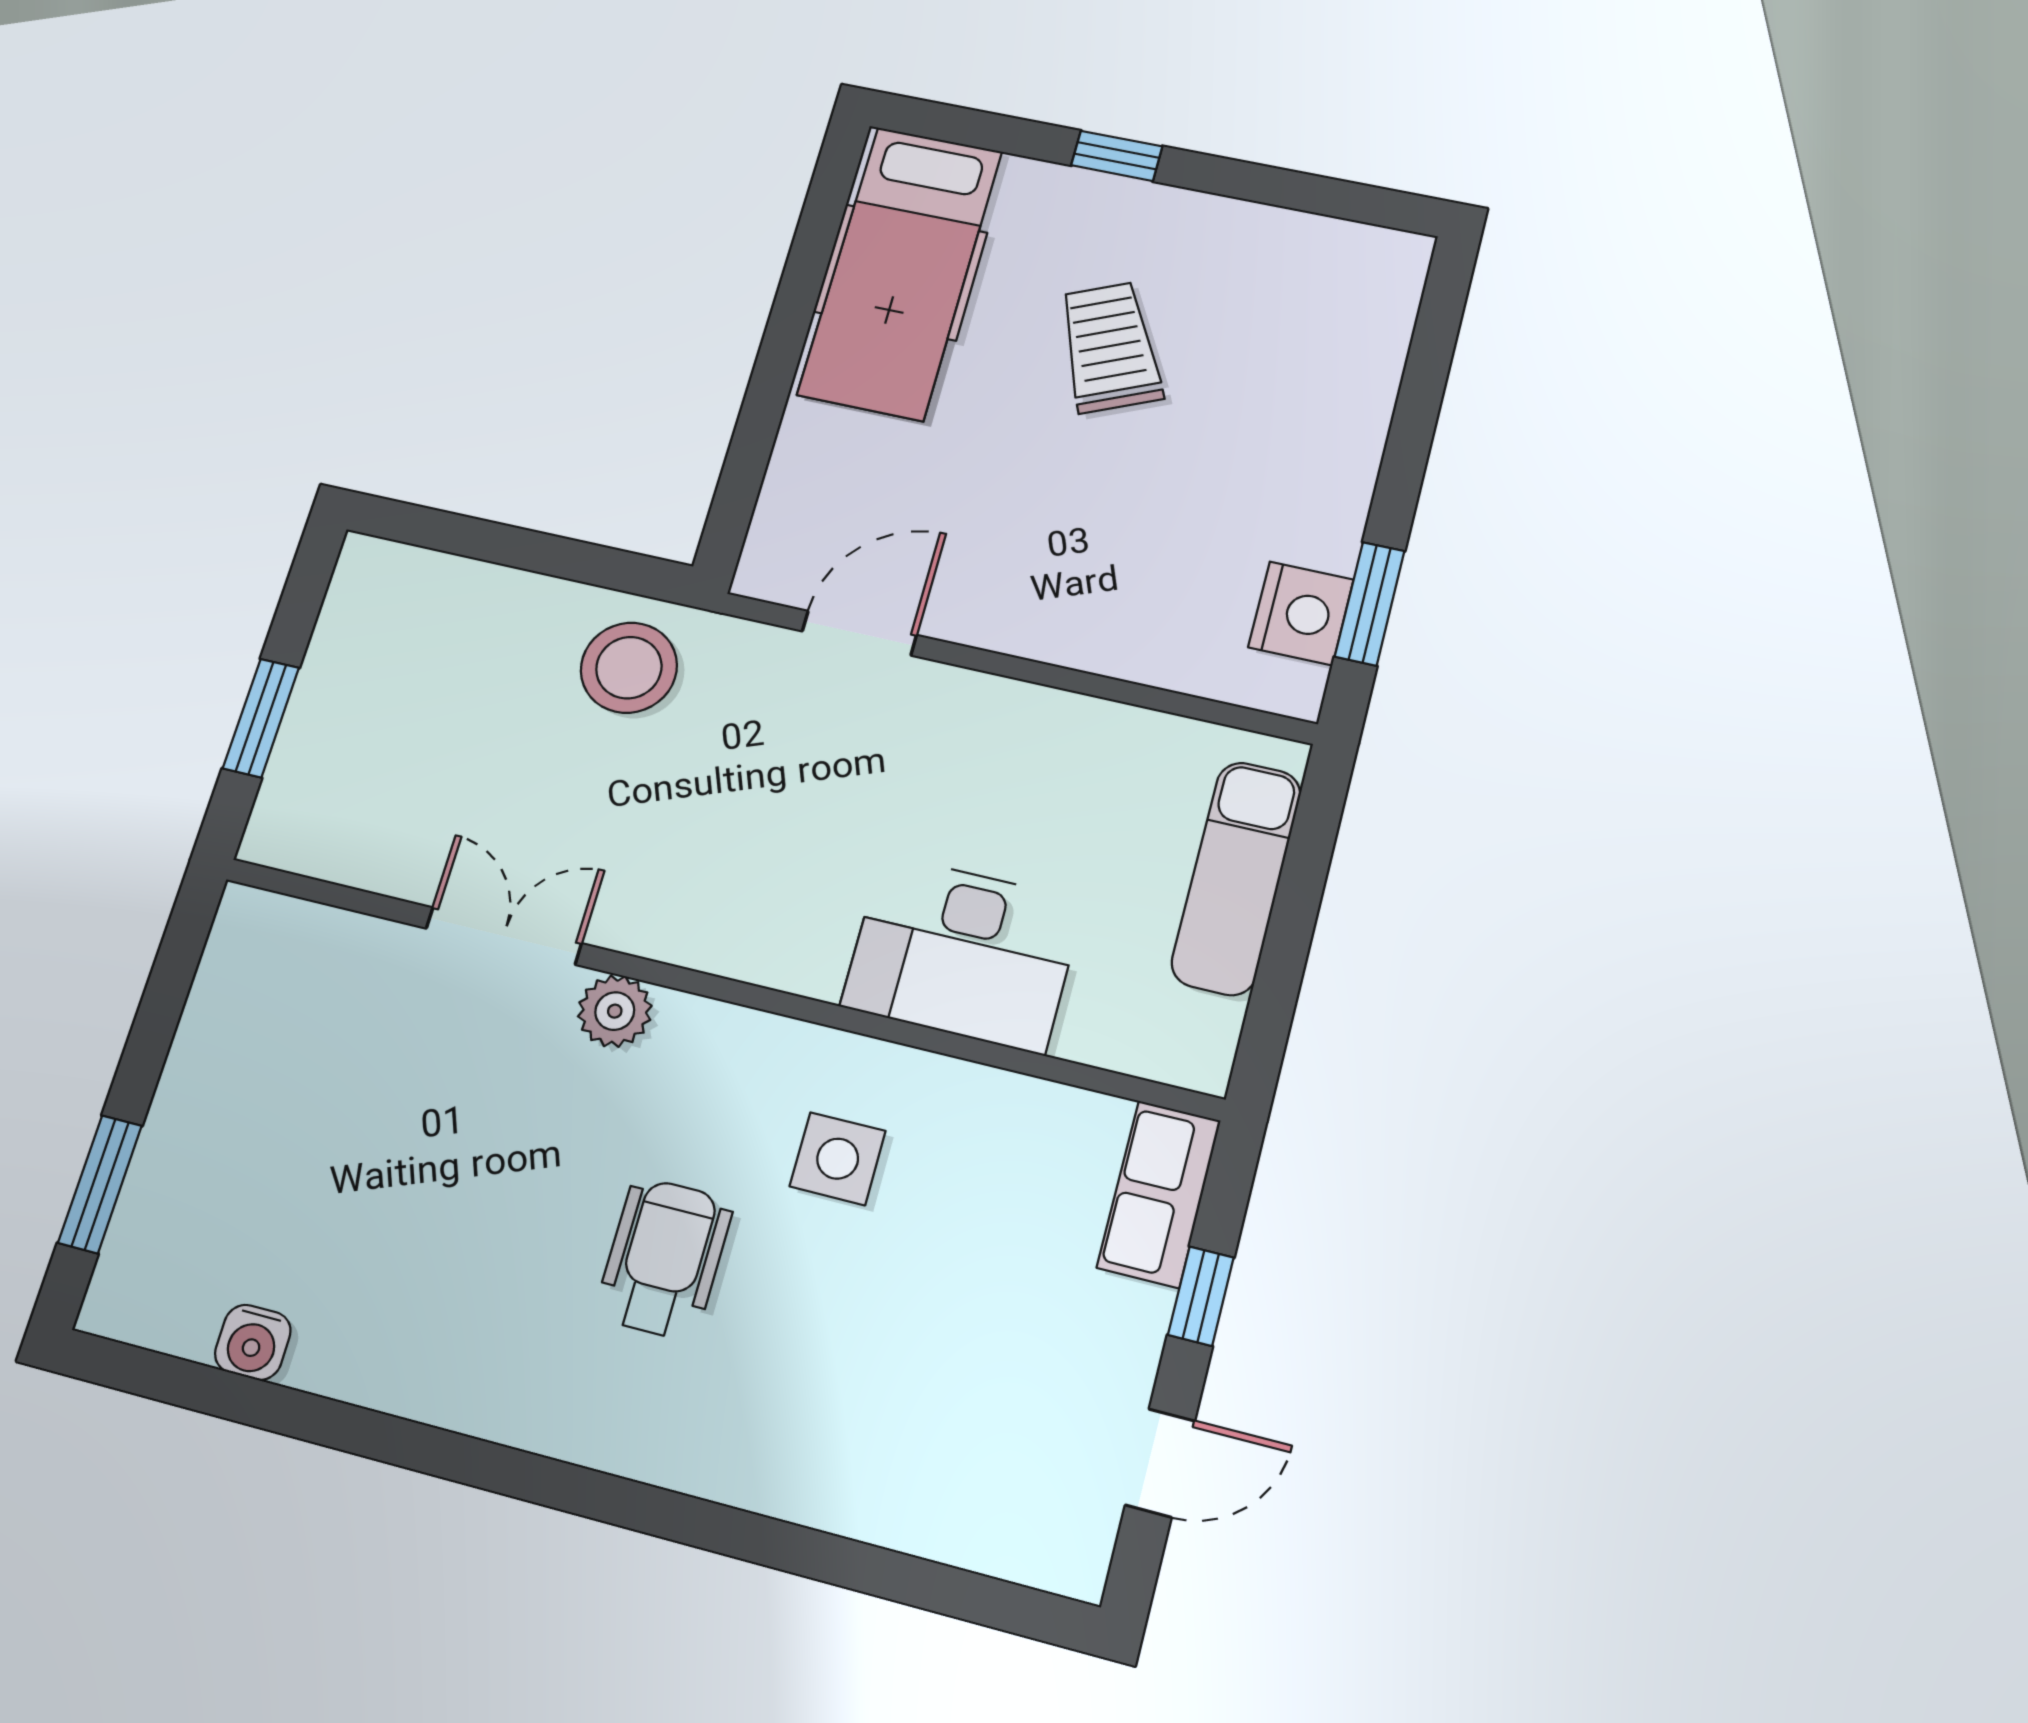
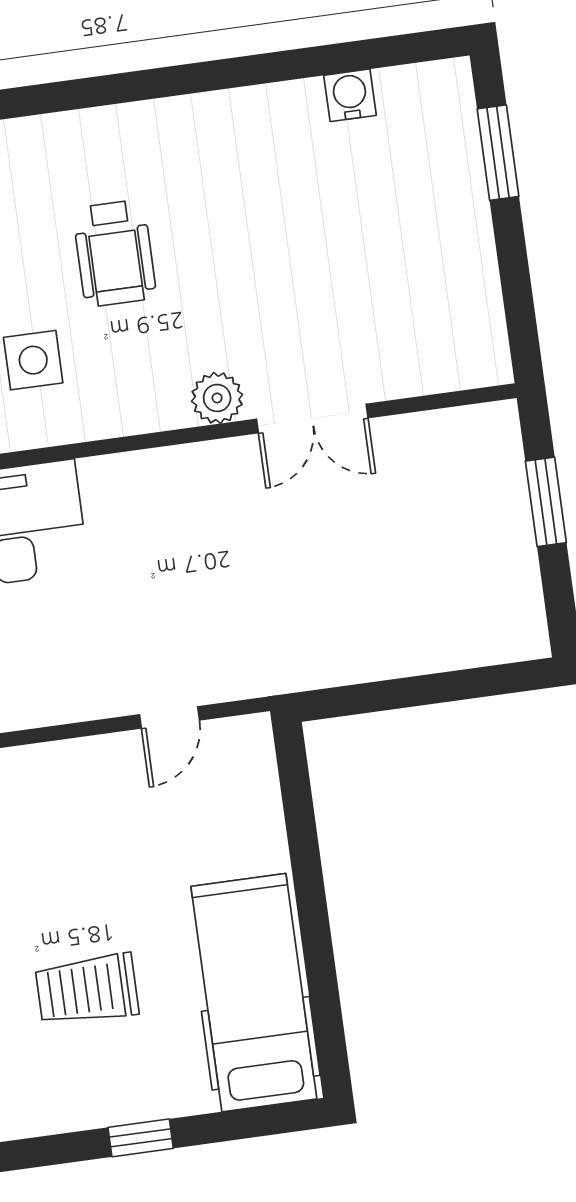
trolley: (1110, 347) -> (87, 989), turned 114
door: (859, 633) -> (170, 717), width x0.73
stool: (629, 668) -> (313, 634), removed

